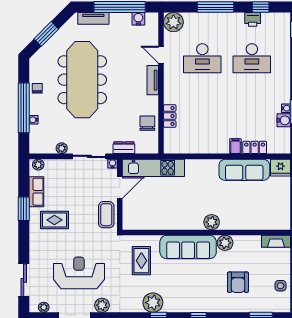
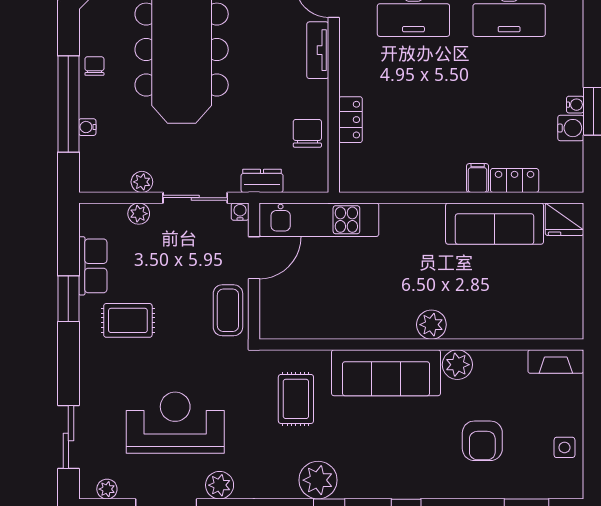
plant: (38, 165) -> (139, 214), moved

